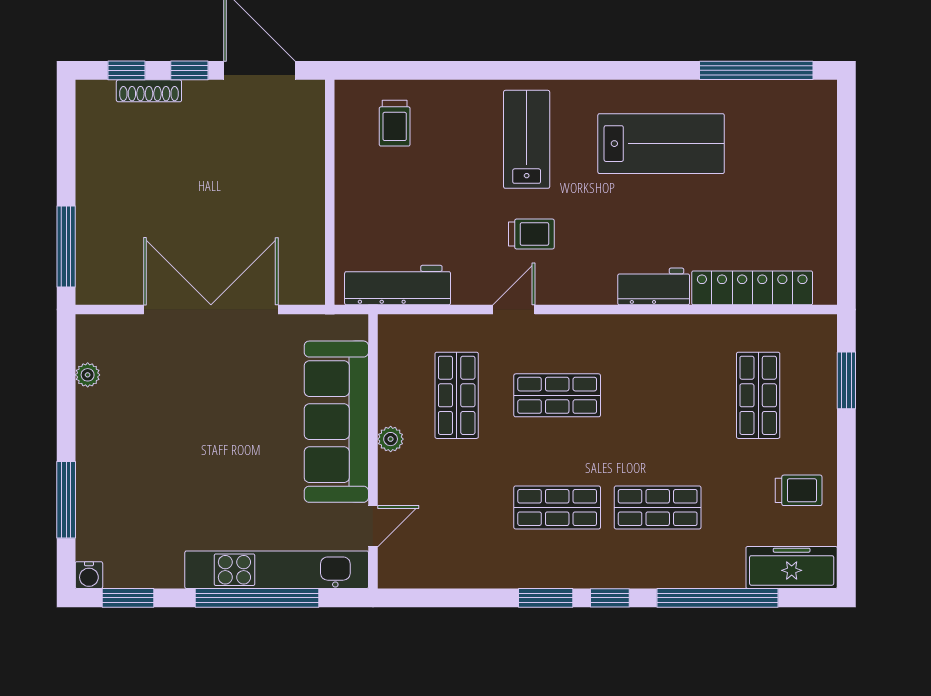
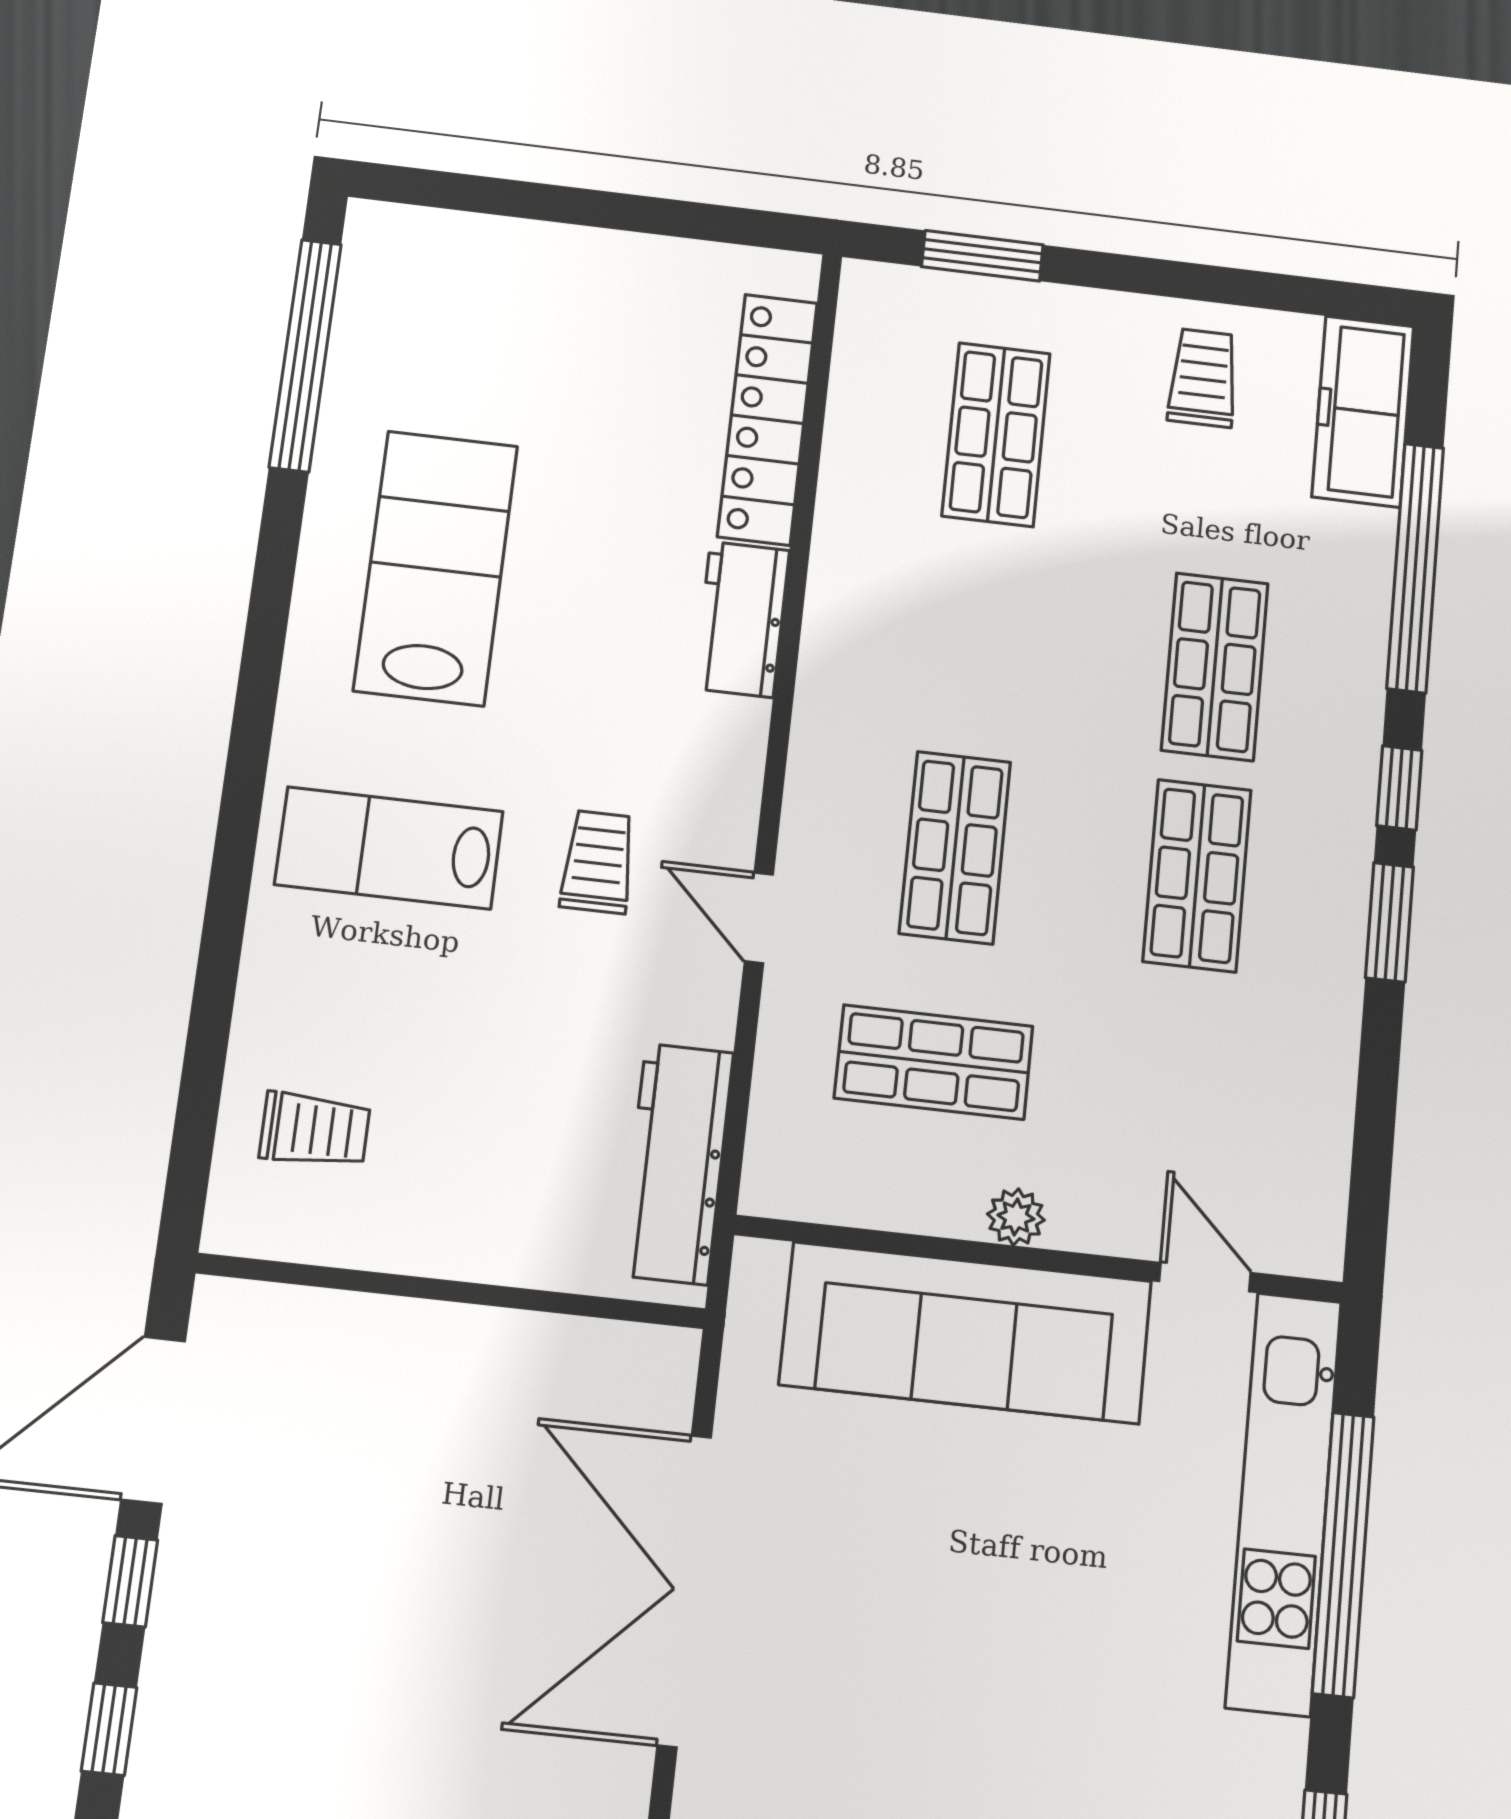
shoe rack: (149, 91) -> (164, 1681), removed
shop shelf: (758, 395) -> (996, 435), turned 90

